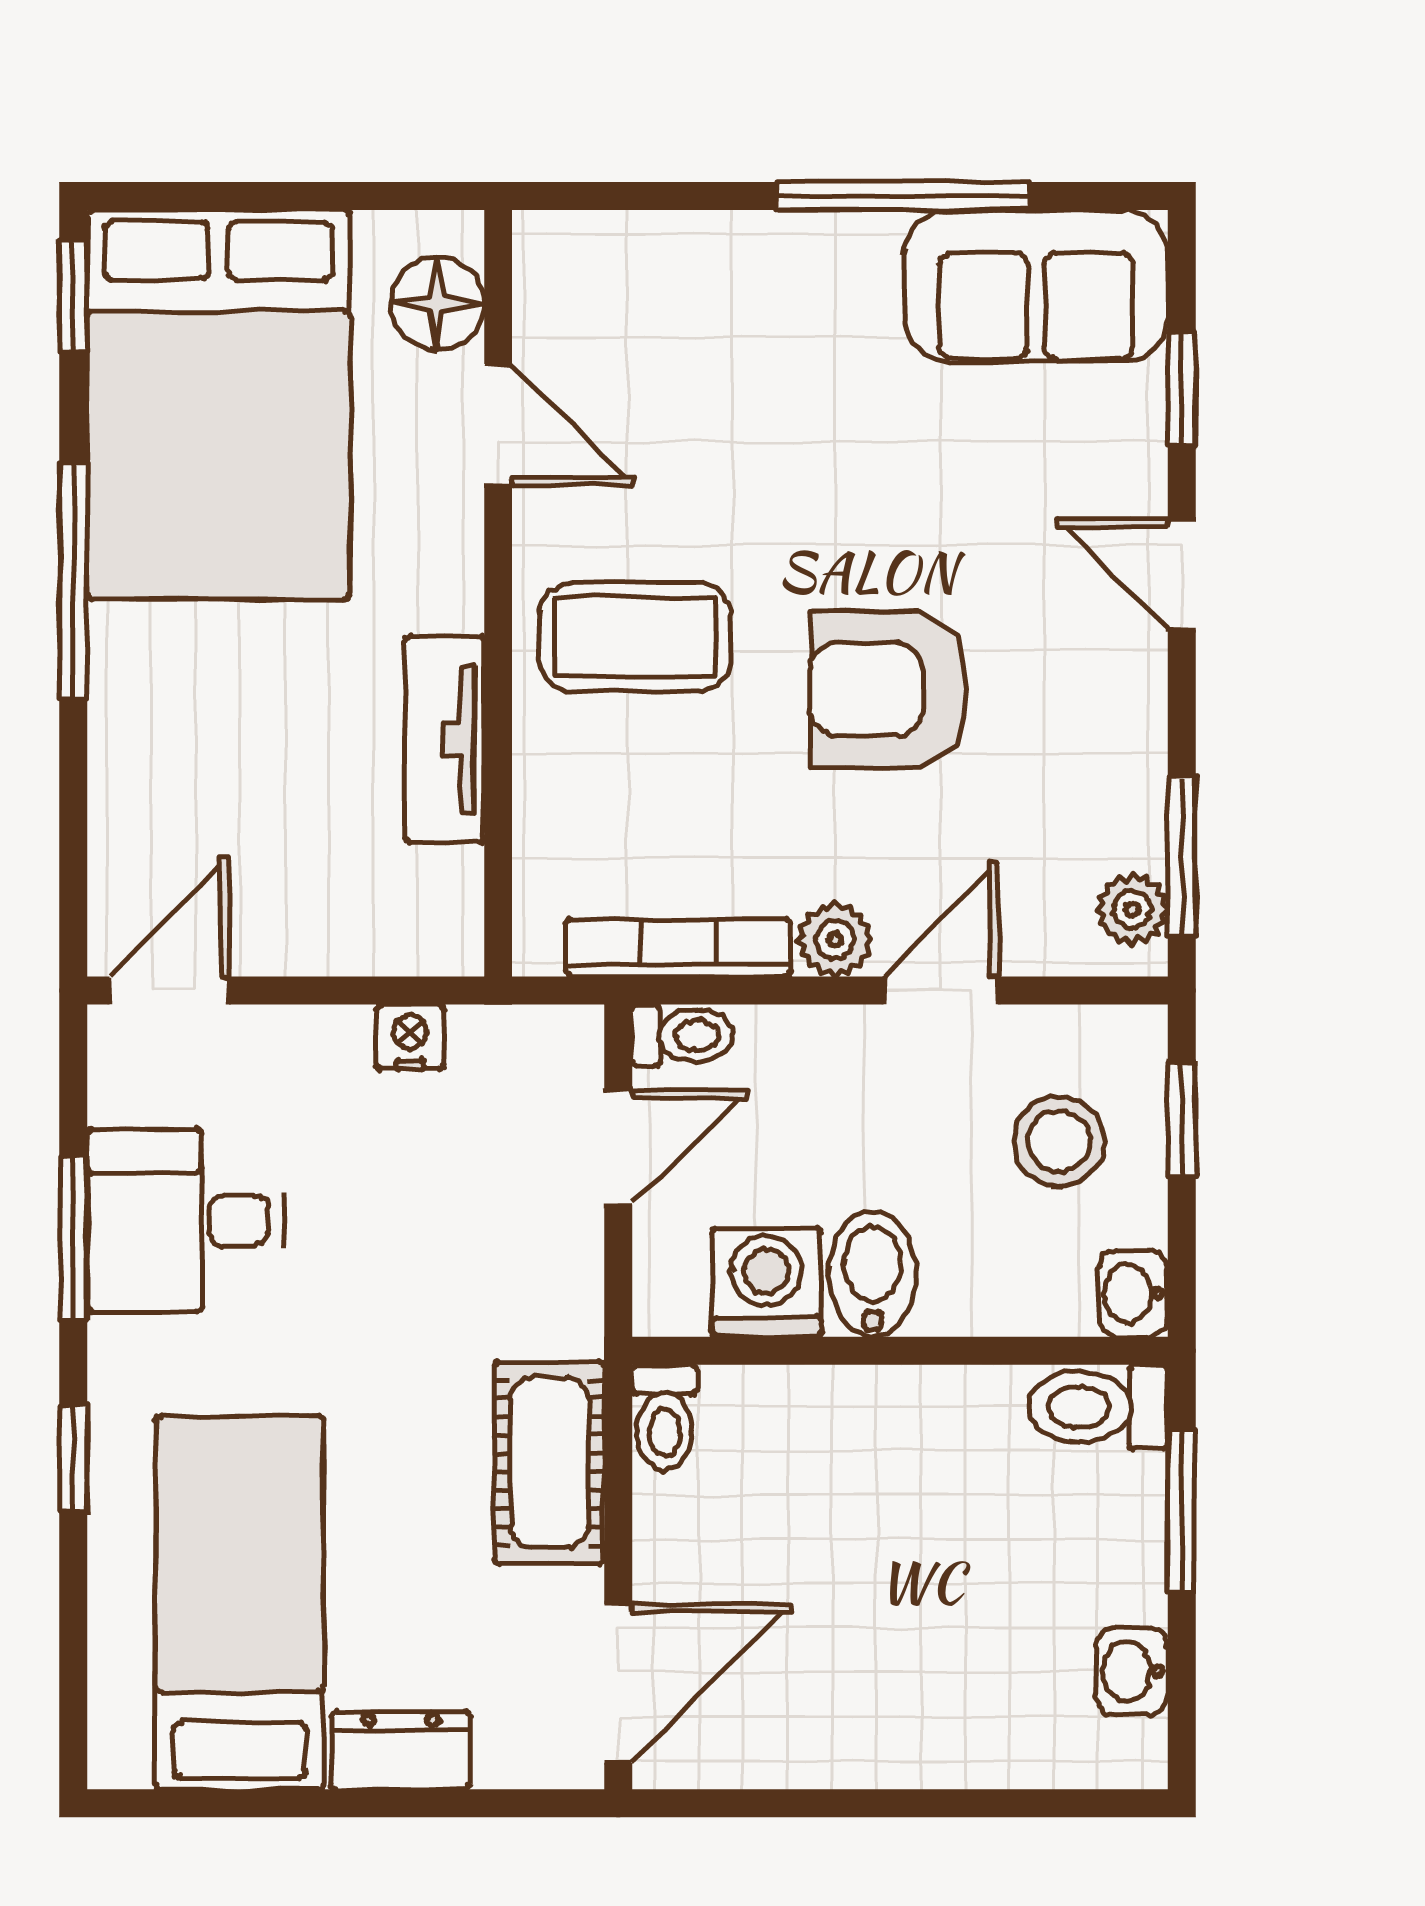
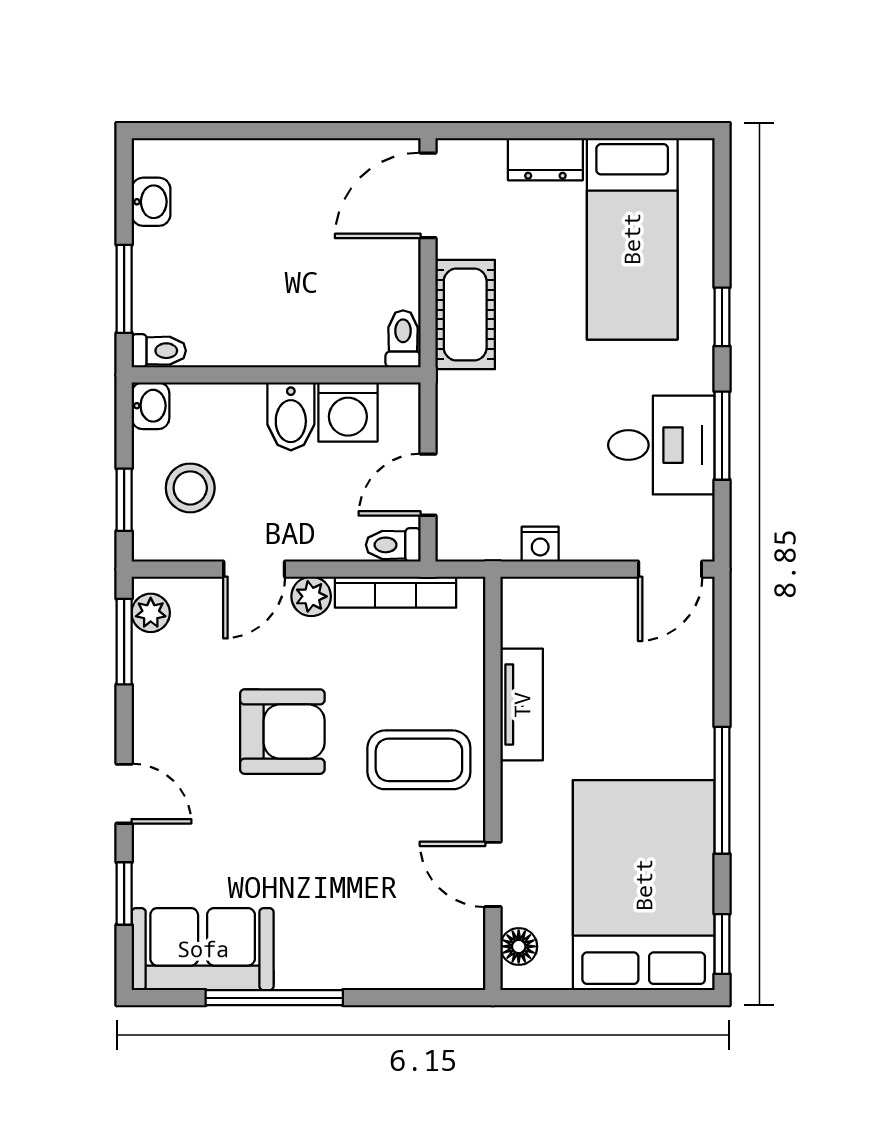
floor lamp: (437, 304) -> (519, 946), width x0.73, depth x0.73
toilet: (1098, 1407) -> (159, 351), width x0.73, depth x0.72

